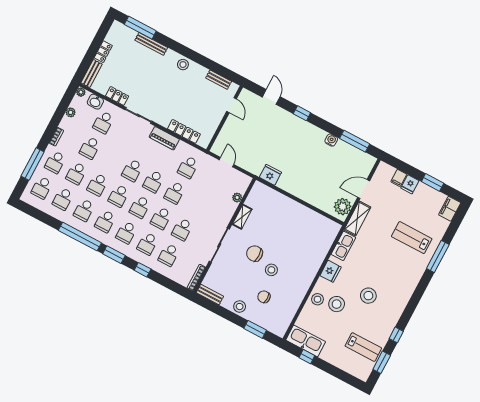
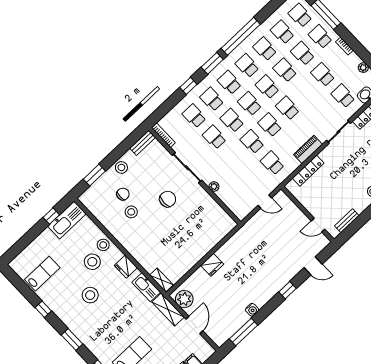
fridge: (270, 175) -> (212, 265), moved
plant: (237, 198) -> (214, 187), moved
shelving: (242, 217) -> (161, 280), moved
stool: (271, 270) -> (131, 212), moved
lab bench: (363, 347) -> (42, 274), turned 180
window: (382, 362) -> (72, 339), moved

